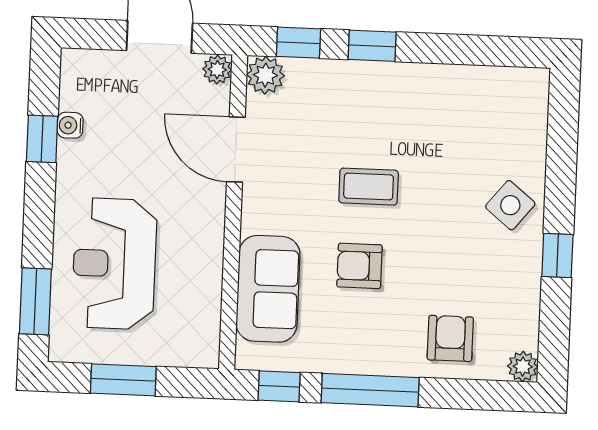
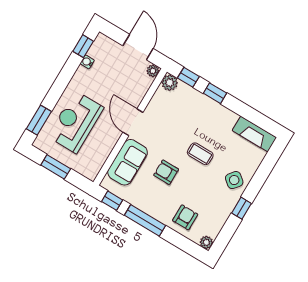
fireplace: (500, 86) -> (254, 134), added
window: (42, 139) -> (83, 46), moved
door: (236, 150) -> (133, 122), moved
coffee table: (369, 187) -> (200, 154), moved

